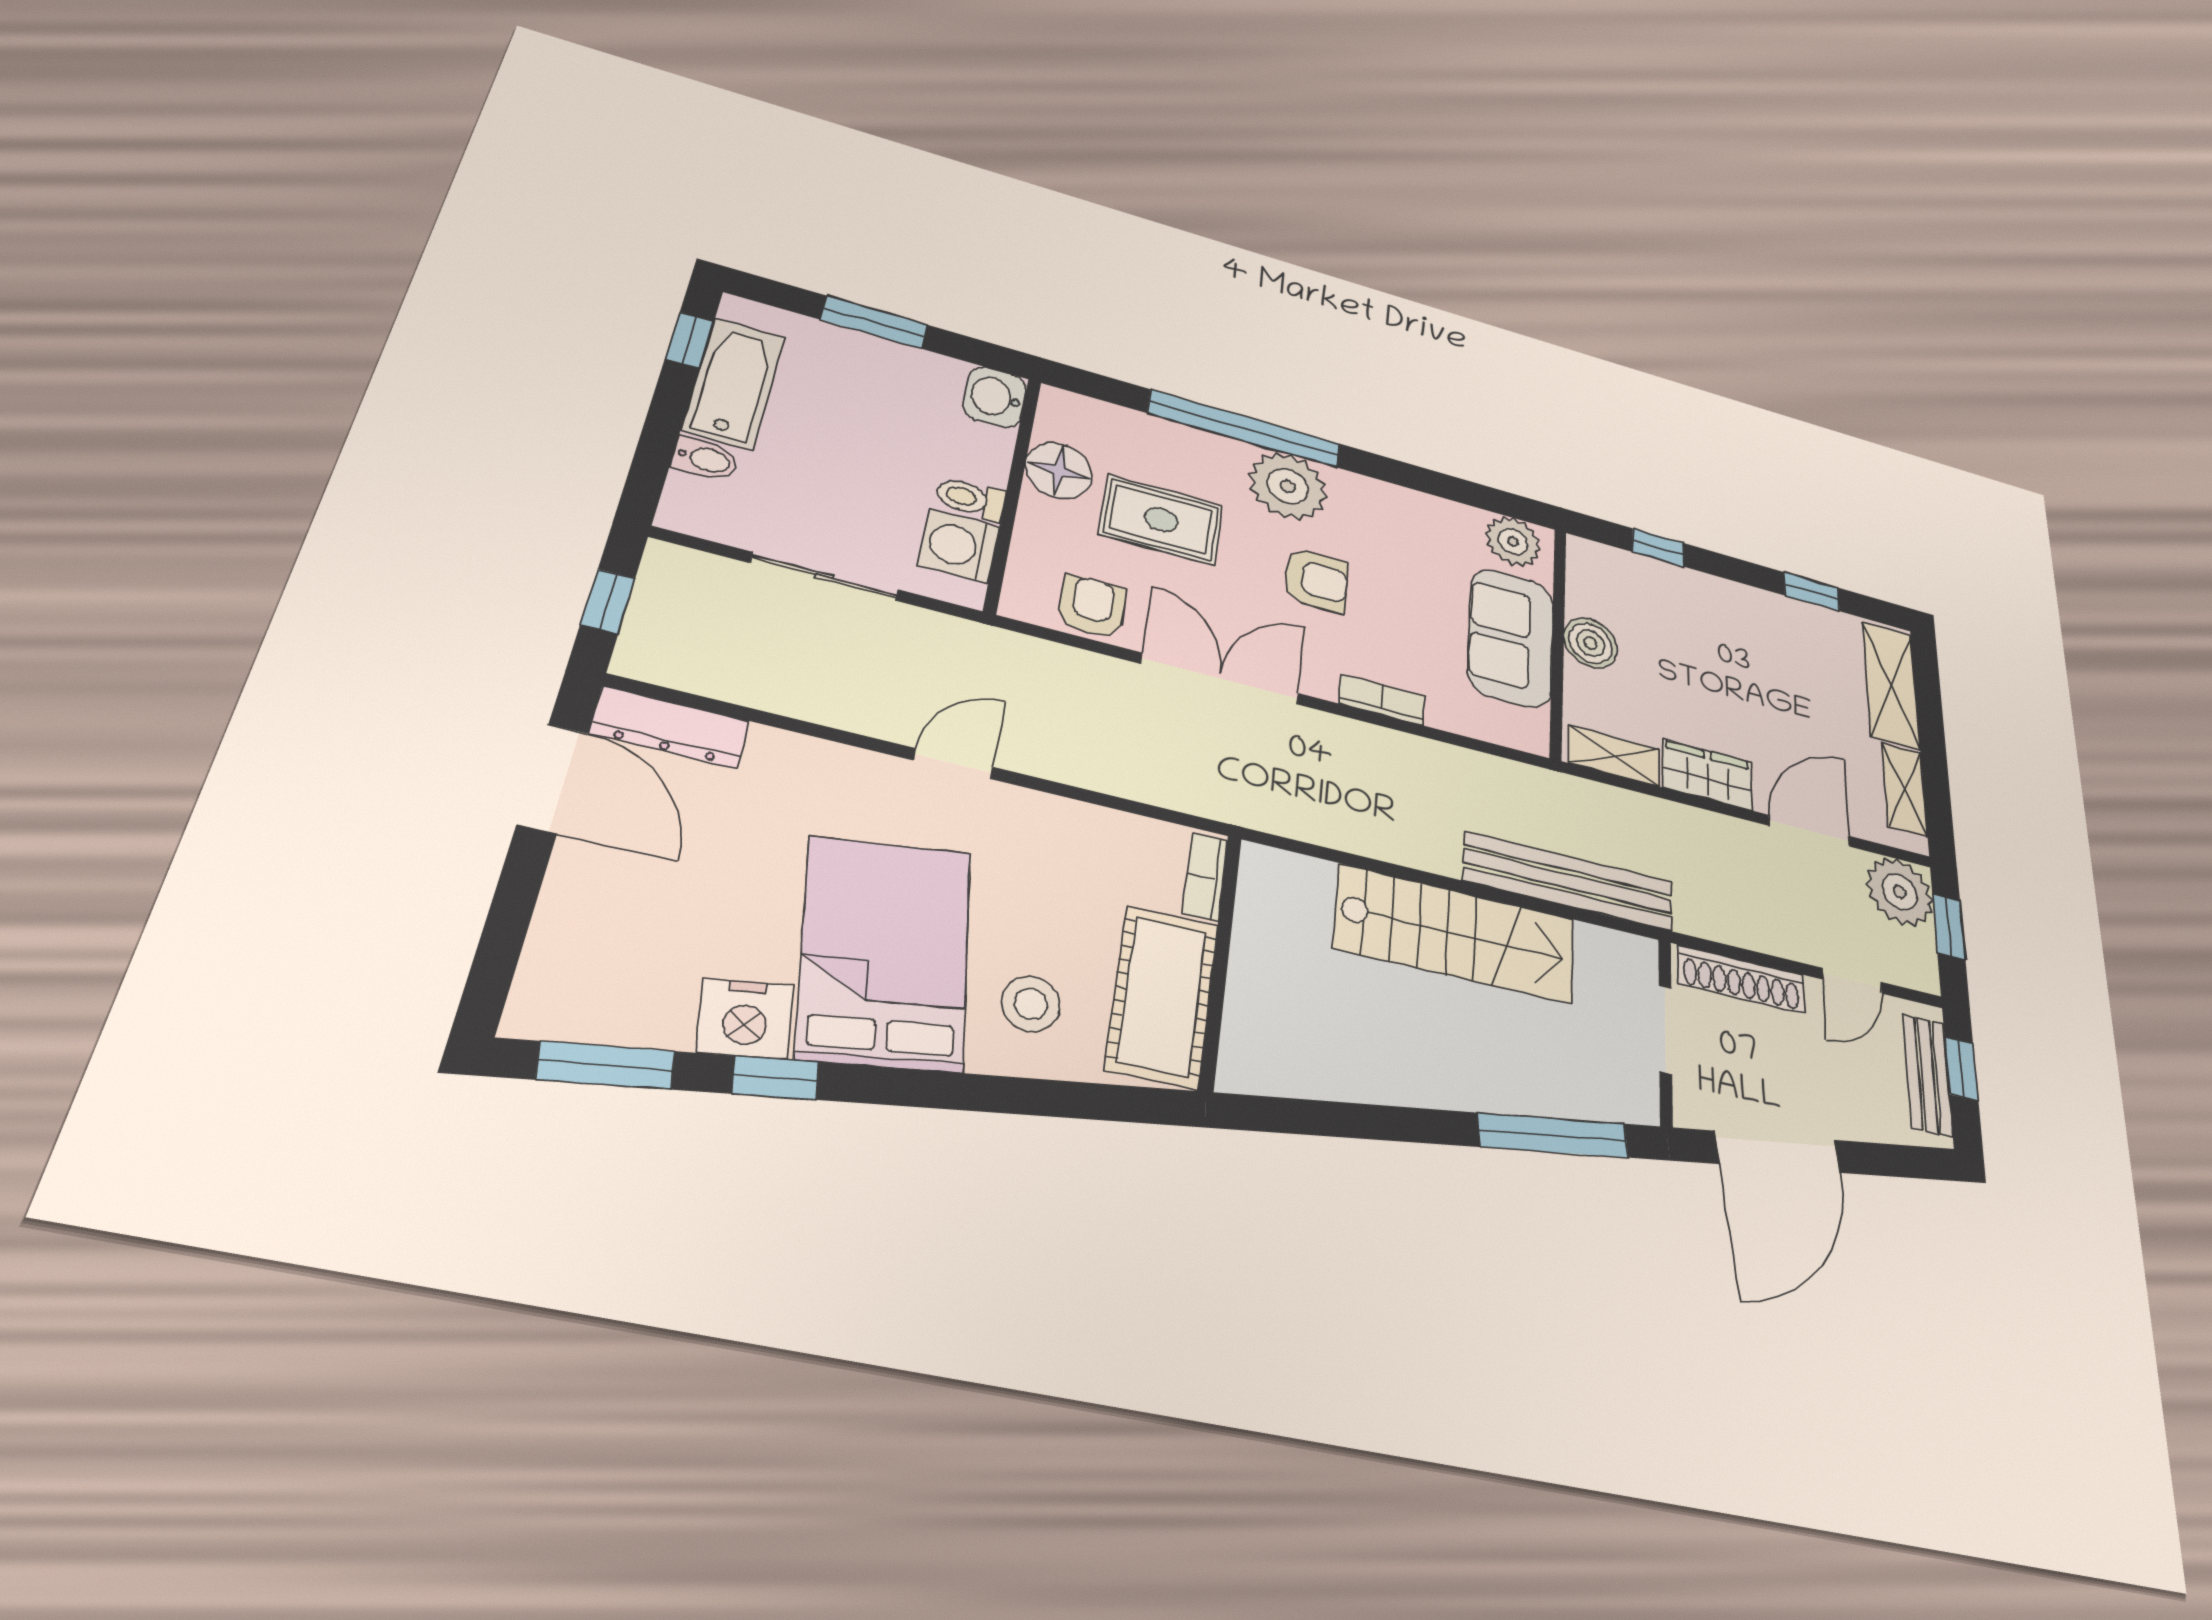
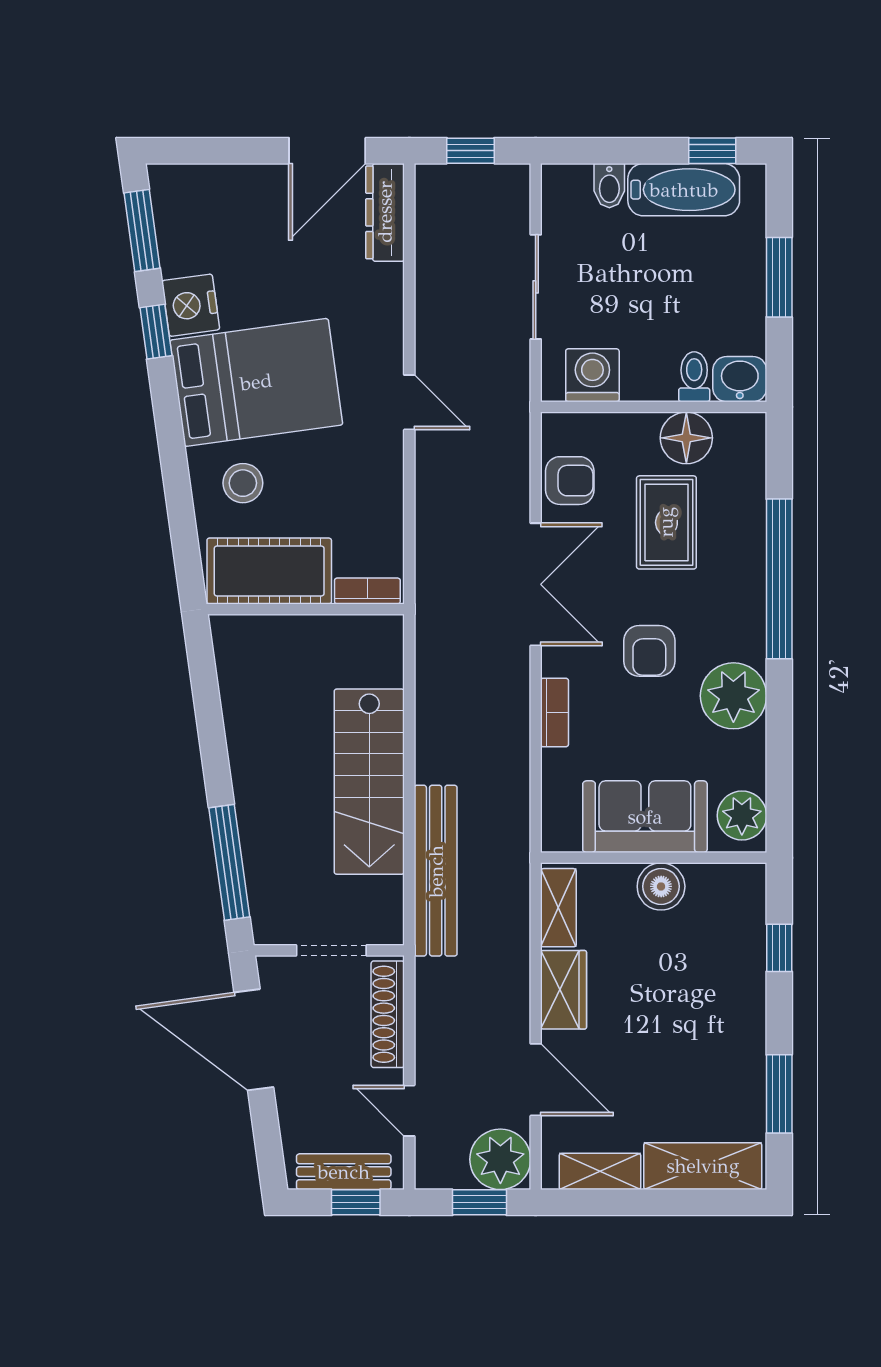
plant: (1288, 486) -> (733, 696), moved
toilet: (970, 499) -> (694, 377), moved
window: (1812, 592) -> (779, 1094), width x1.50

